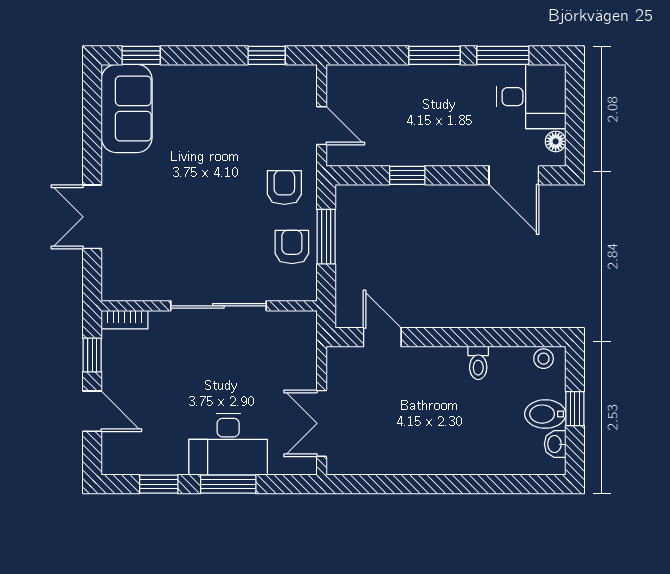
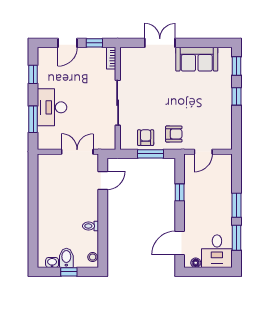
window: (267, 55) -> (237, 96), moved
sofa: (127, 108) -> (197, 59), moved
armchair: (292, 247) -> (146, 138), turned -90
double door: (322, 423) -> (77, 152), moved
window: (228, 484) -> (33, 119), moved

